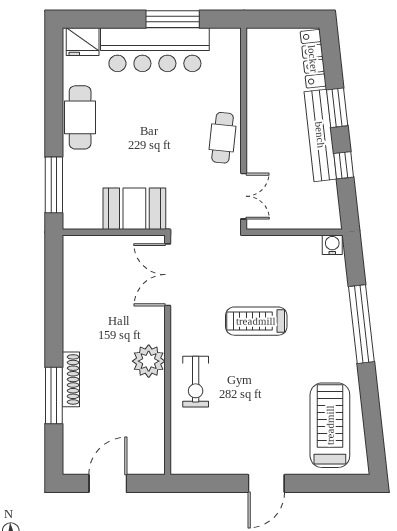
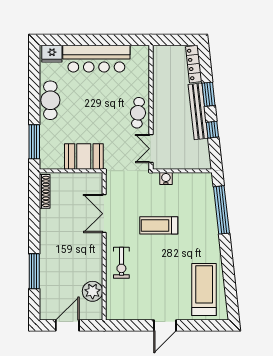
window: (173, 19) -> (107, 40), removed
double door: (244, 196) -> (151, 149), swing flipped
water cooler: (332, 245) -> (166, 179), moved
double door: (168, 275) -> (104, 214), moved
window: (361, 324) -> (221, 210), moved
plant: (149, 361) -> (93, 291), moved
shoe rack: (71, 379) -> (45, 191), moved

